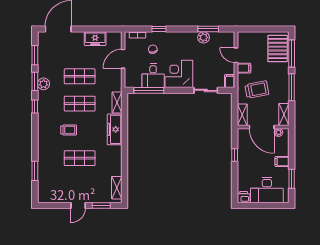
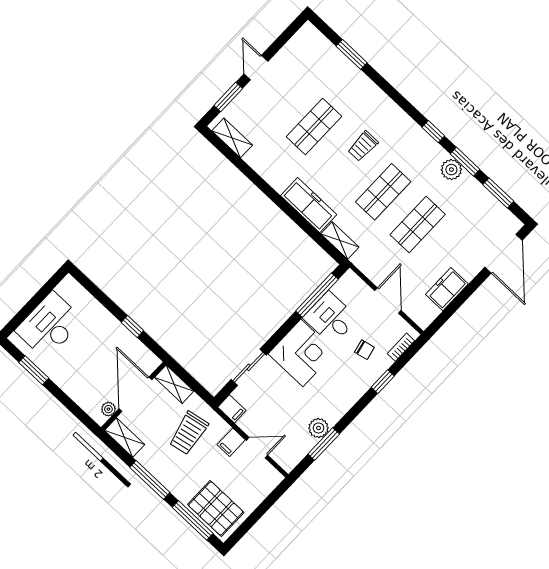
door: (262, 127) -> (135, 394), hinge flipped
filing cabinet: (282, 161) -> (67, 379), removed
printer: (244, 197) -> (68, 287), removed

